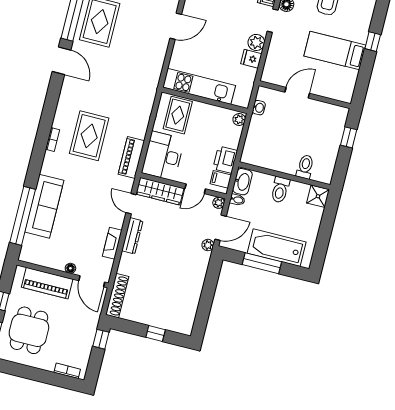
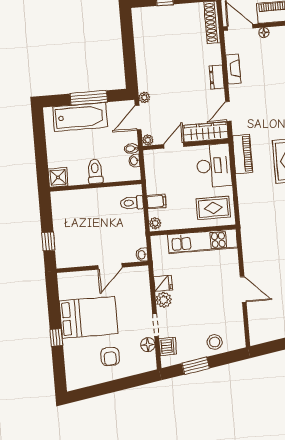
door: (176, 26) -> (243, 289), swing flipped
bed: (335, 51) -> (89, 317), width x1.50
washbasin: (259, 108) -> (142, 255), moved
rug: (178, 115) -> (213, 208), turned 90
printer: (225, 160) -> (155, 182), removed
toilet: (305, 167) -> (132, 203), moved, turned 90
filing cabinet: (221, 179) -> (156, 201), moved
washbasin: (242, 182) -> (134, 161), width x0.52, depth x0.69
door: (131, 204) -> (228, 111), swing flipped
dresser: (132, 236) -> (217, 77), width x0.70

